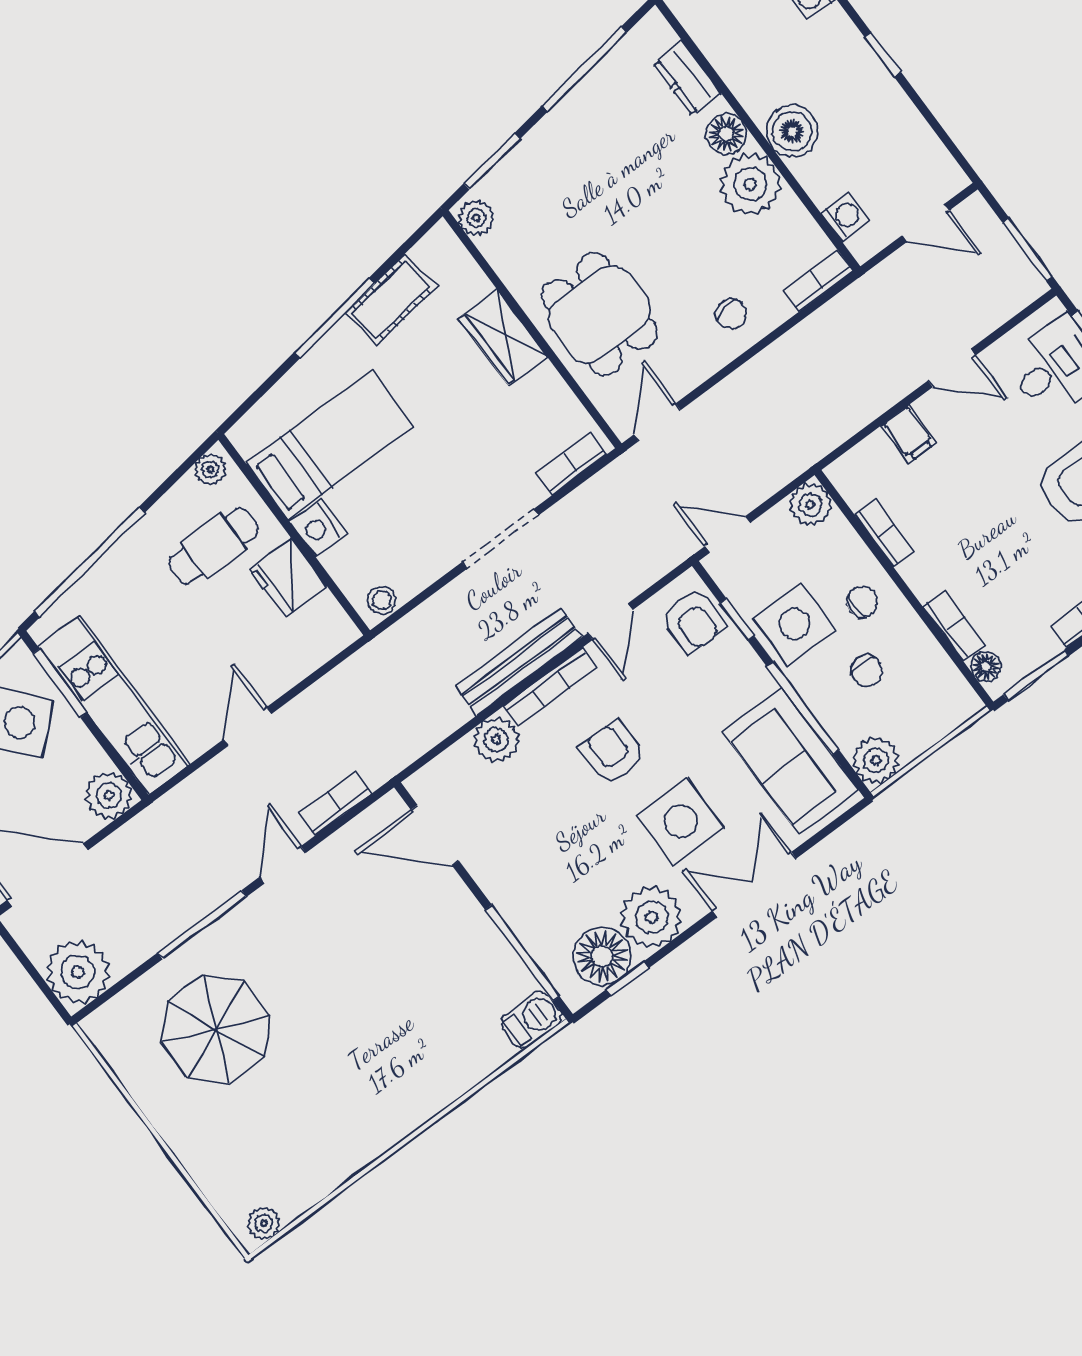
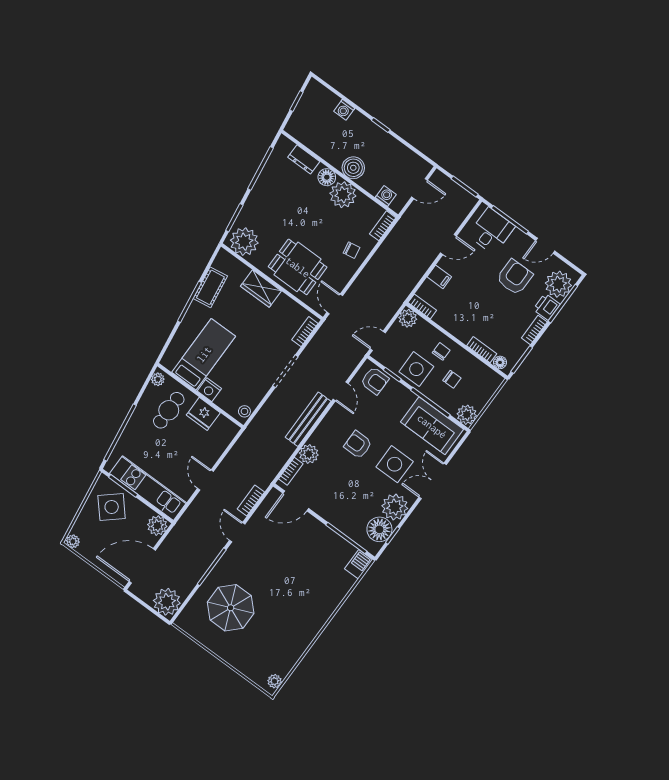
plant: (476, 218) -> (244, 242), width x1.87, depth x1.87
bookcase: (884, 533) -> (422, 306), moved
bookcase: (550, 687) -> (291, 471), moved, width x0.64

